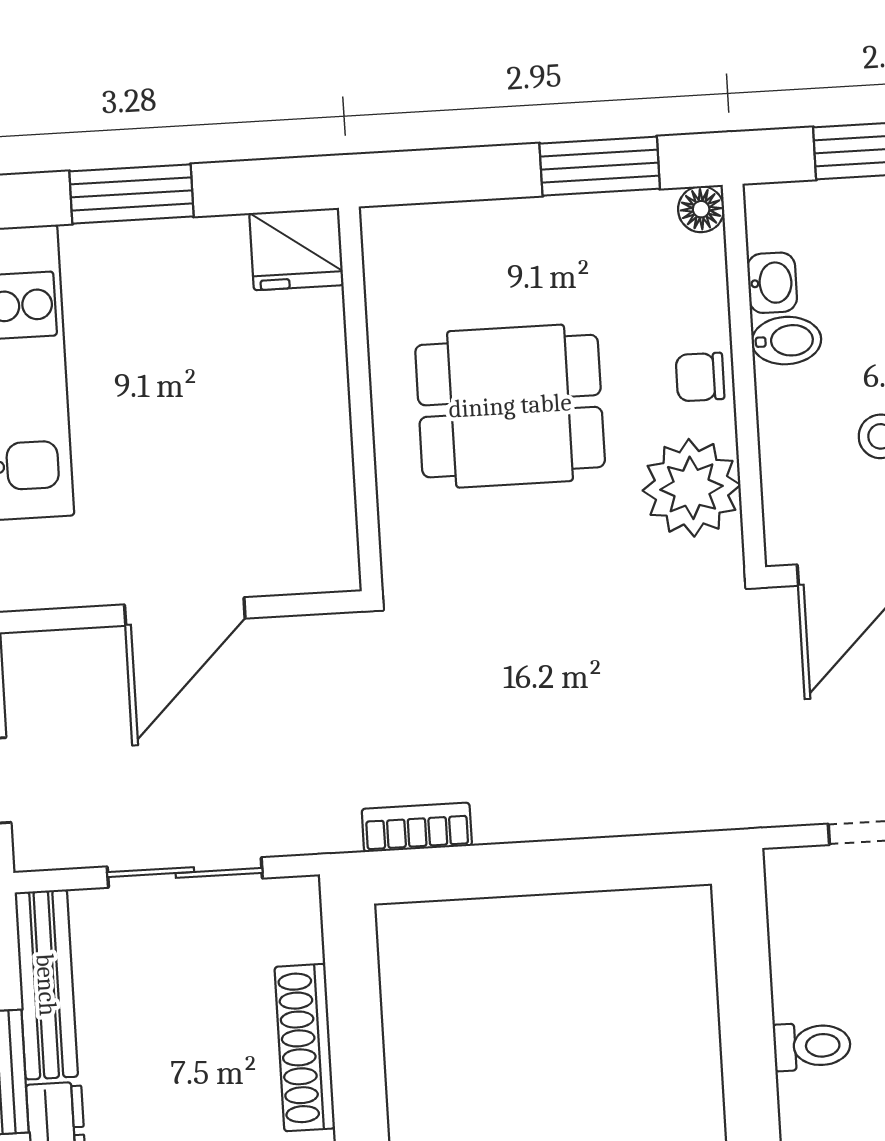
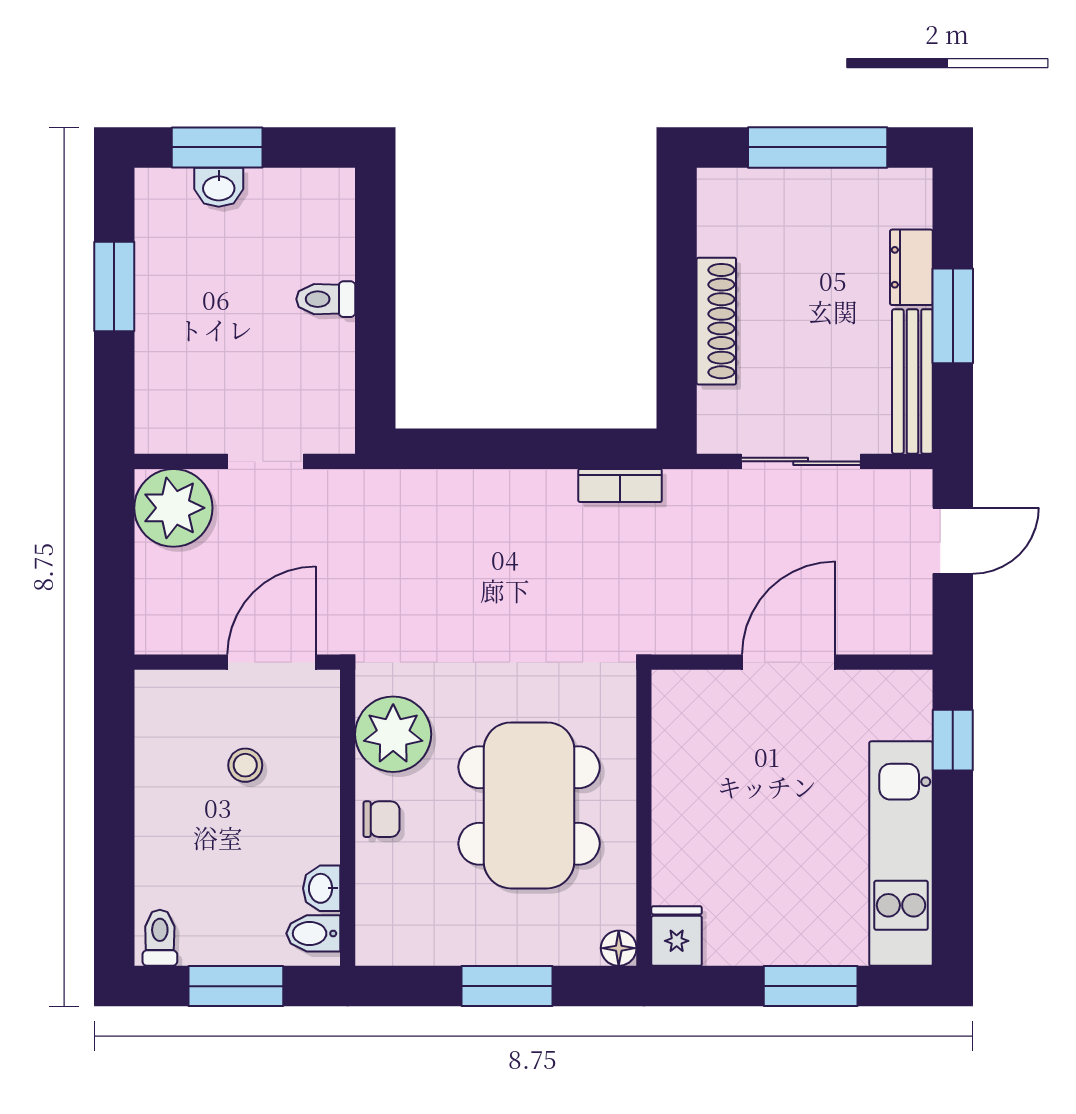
window: (600, 166) -> (507, 986), moved
floor lamp: (701, 209) -> (619, 948), moved
fridge: (296, 249) -> (677, 936), width x0.72
bidet: (786, 341) -> (313, 933), moved
dining table: (510, 406) -> (529, 805), width x1.38

